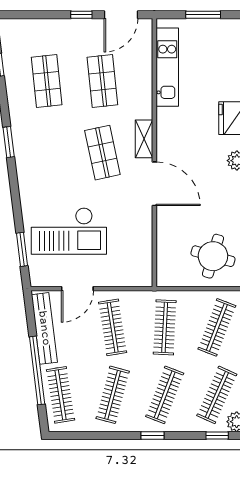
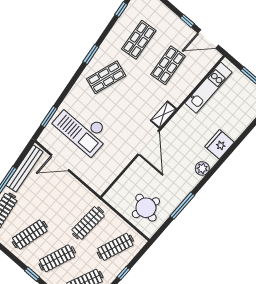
shop shelf: (102, 153) -> (106, 77), moved, turned 30
clothes rail: (113, 327) -> (61, 199), removed

